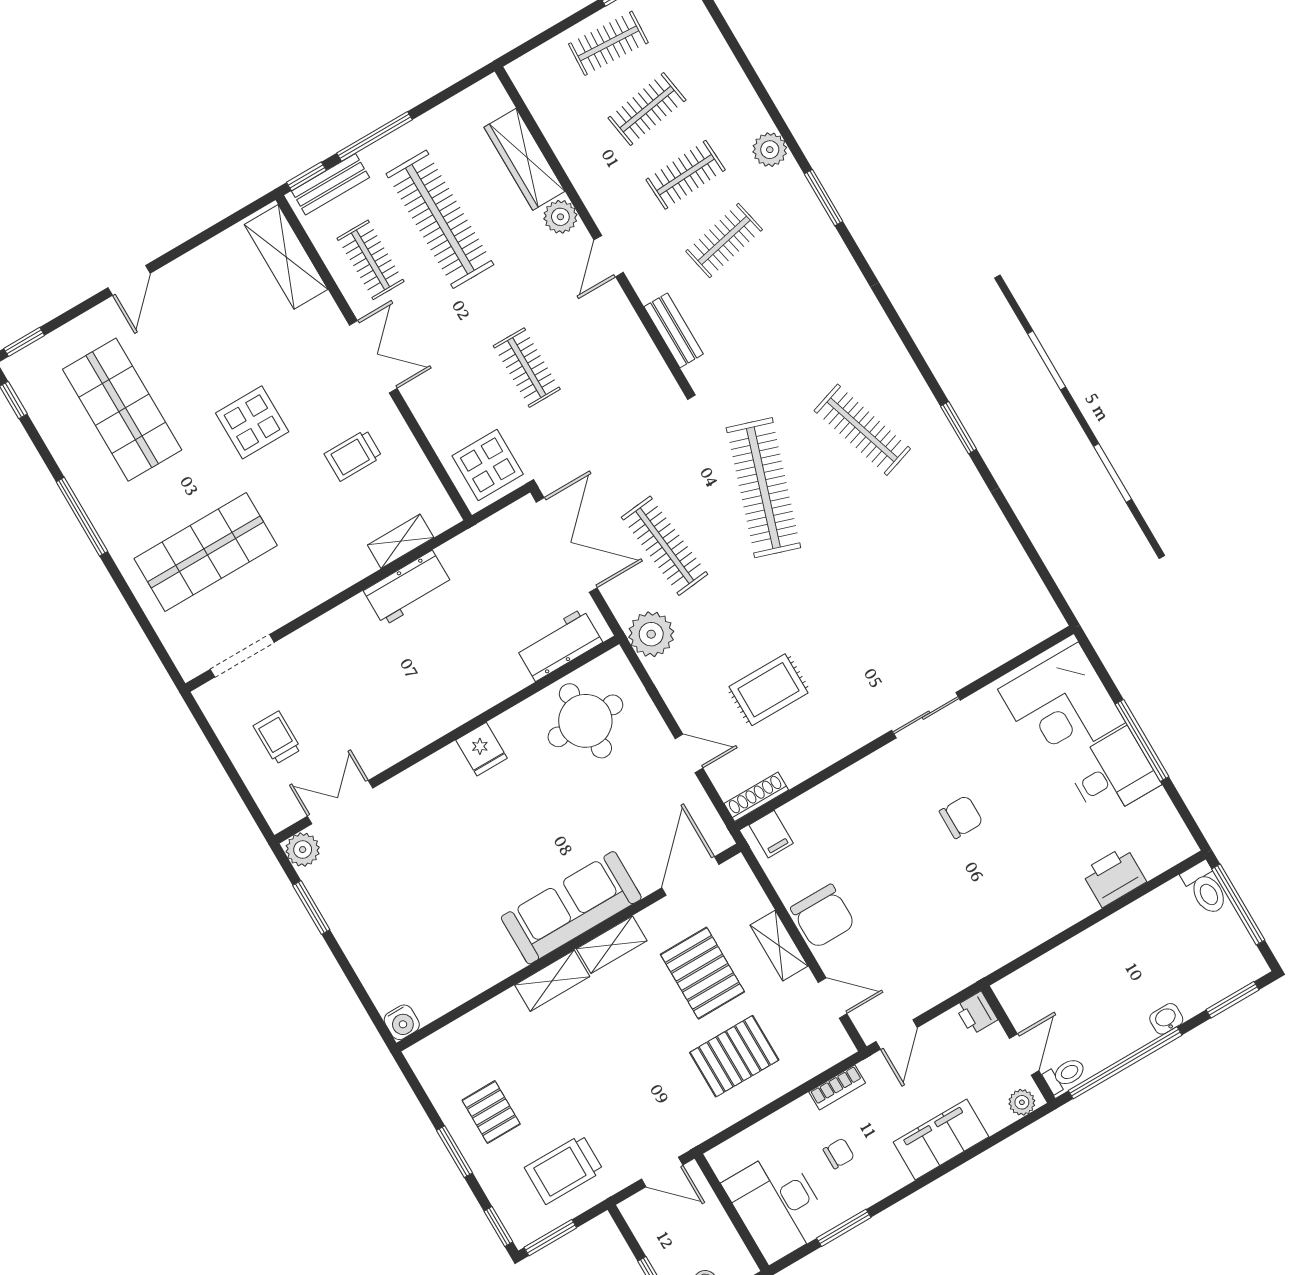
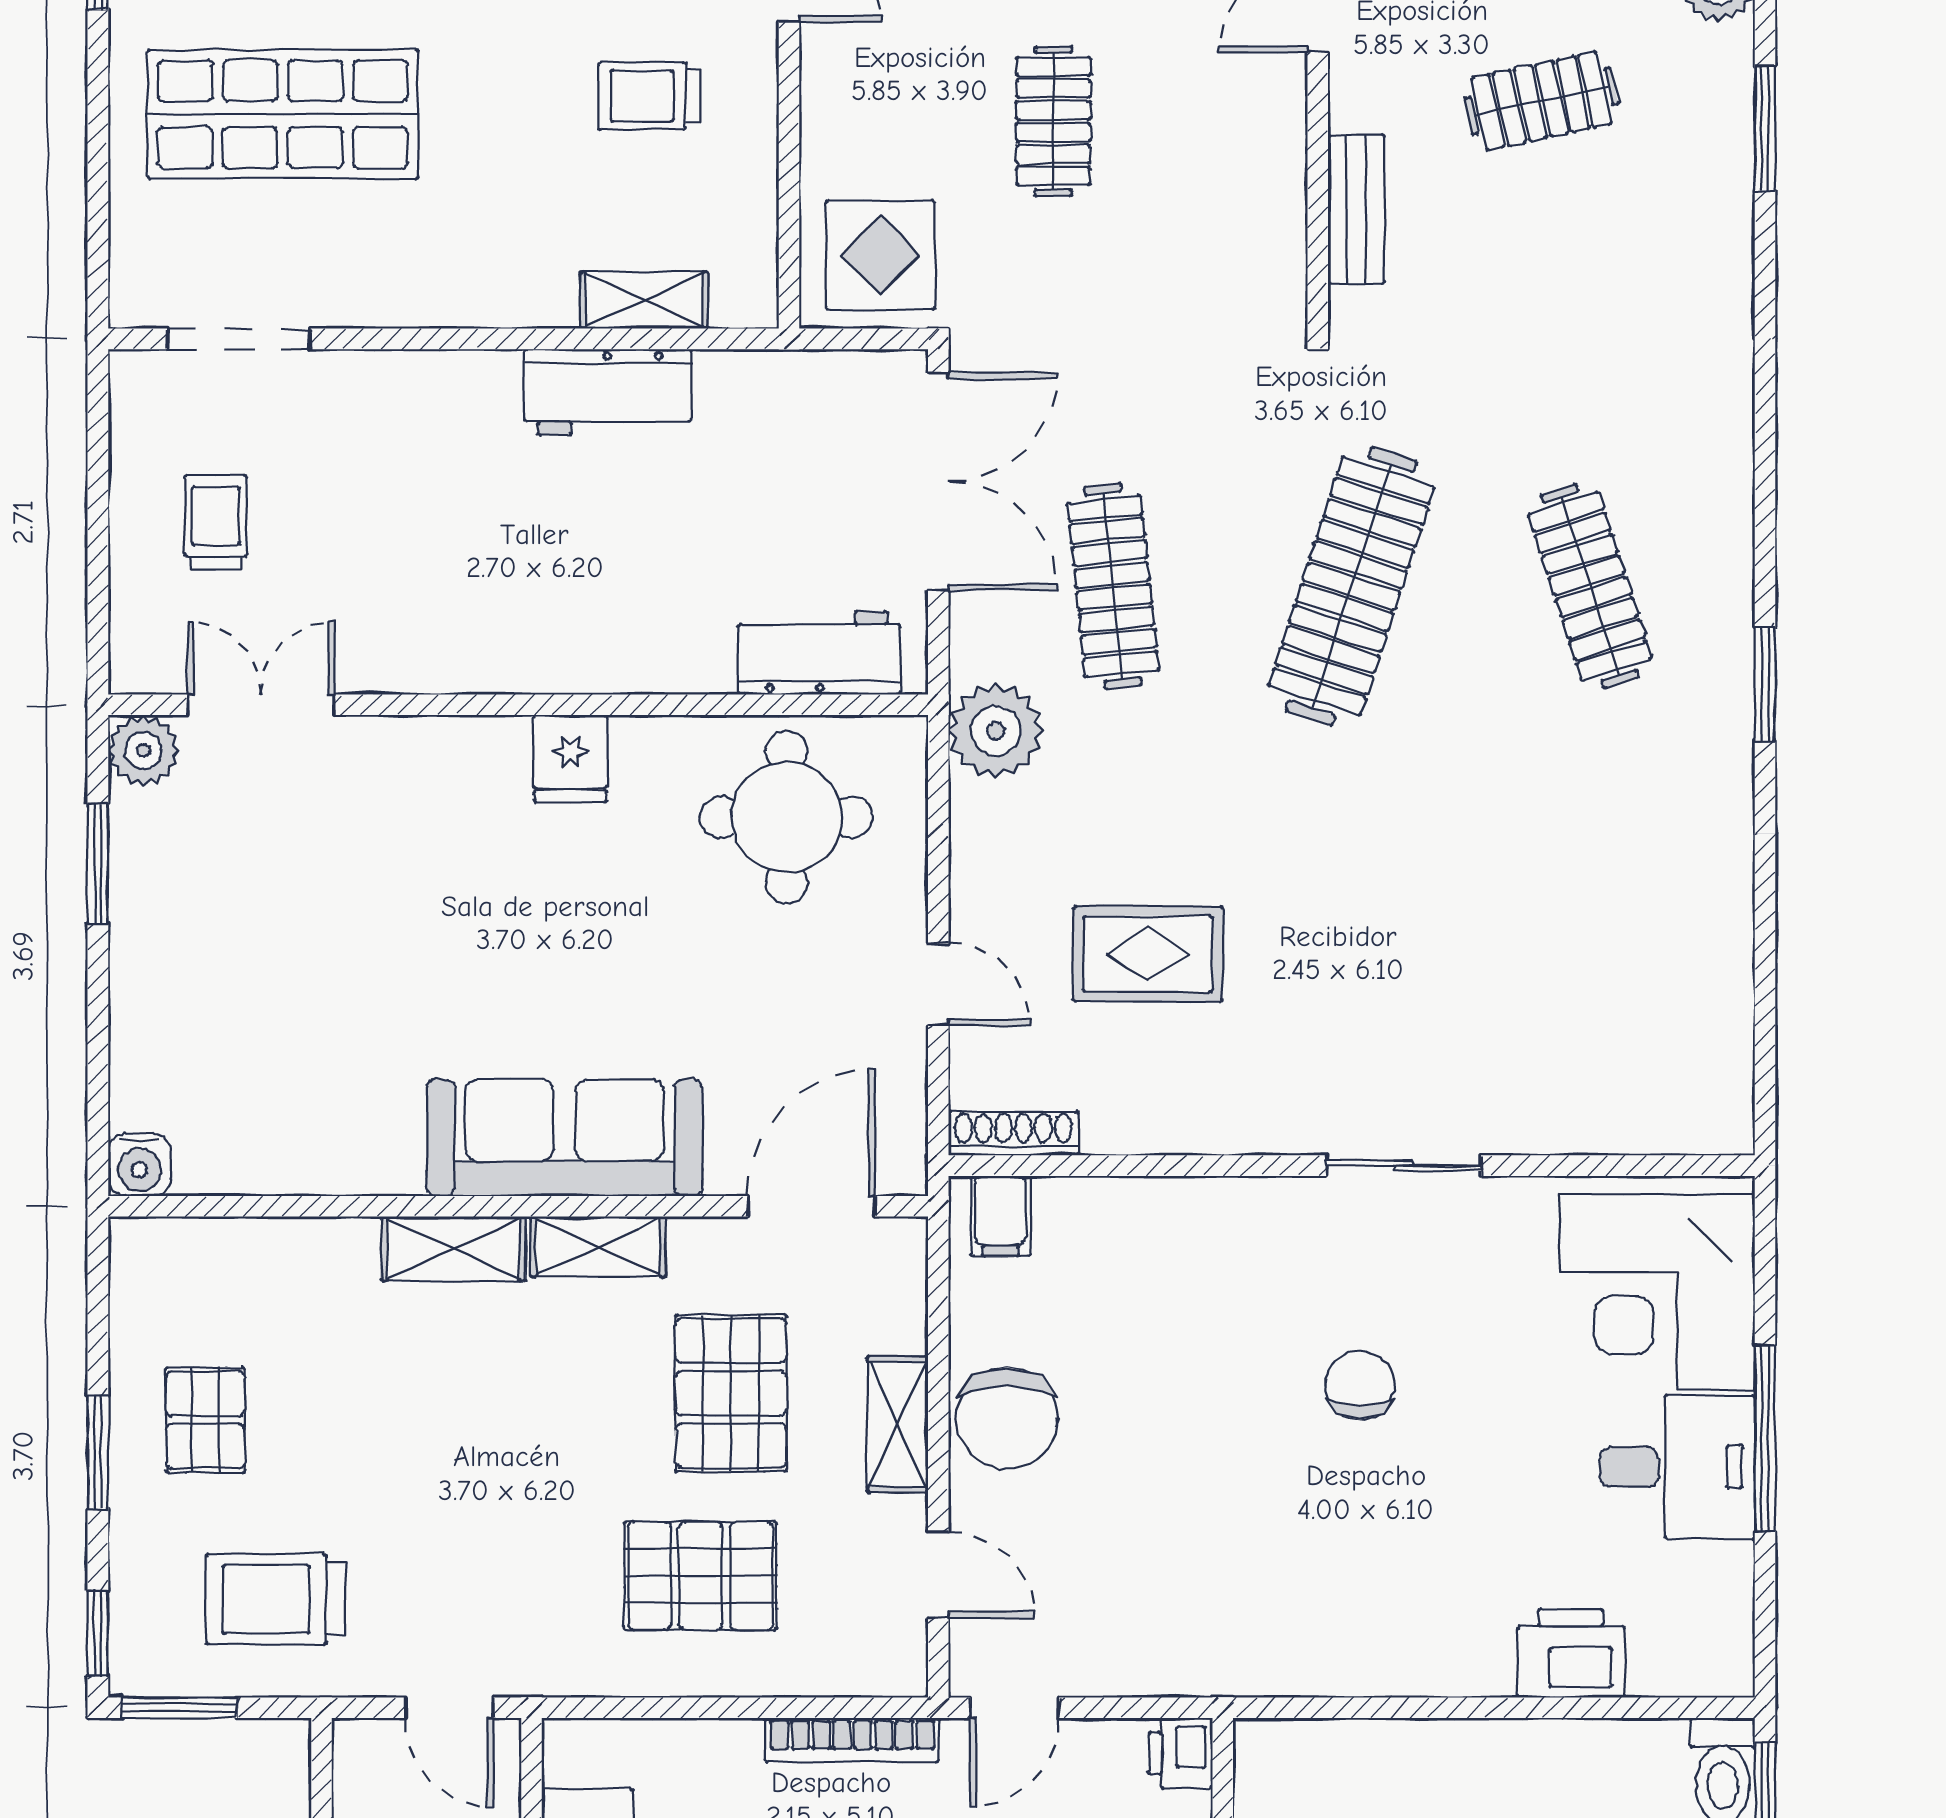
chair: (961, 817) -> (1360, 1385), turned -90
bookcase: (837, 1087) -> (852, 1740), width x1.56

